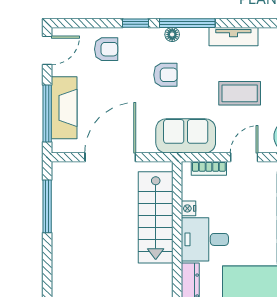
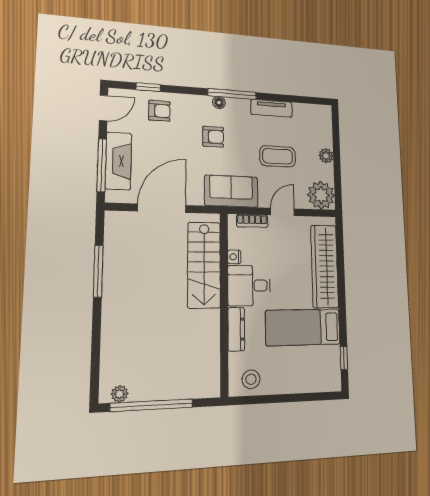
window: (136, 23) -> (148, 87), moved
window: (47, 206) -> (98, 271), moved

